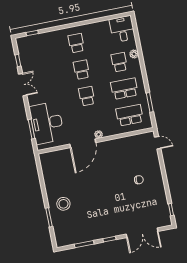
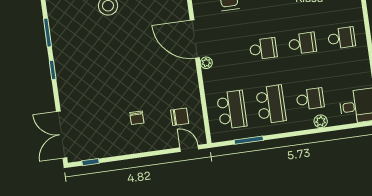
door: (158, 143) -> (189, 148), swing flipped
chair: (136, 151) -> (180, 117), added
double door: (142, 233) -> (62, 135), moved

